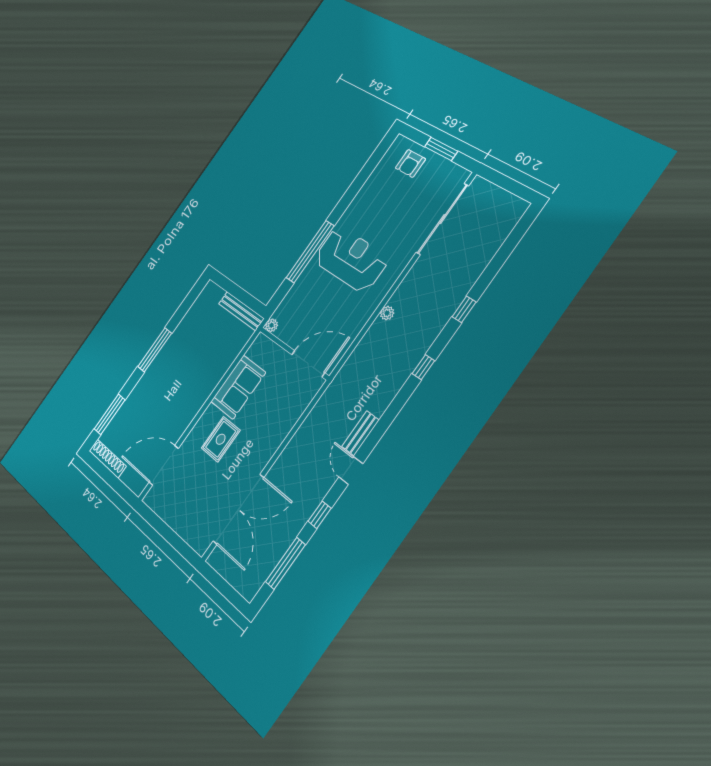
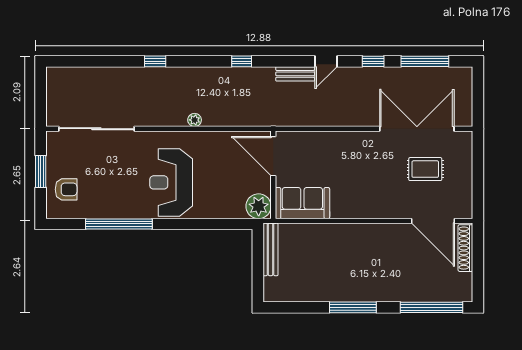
window: (310, 252) -> (119, 224), moved
plant: (271, 325) -> (259, 206), width x1.88, depth x1.88
window: (423, 367) -> (242, 61), moved
sofa: (238, 387) -> (302, 203), moved
window: (110, 414) -> (432, 307), width x1.46
rug: (221, 439) -> (425, 169), moved
shoe rack: (107, 459) -> (465, 248), moved

